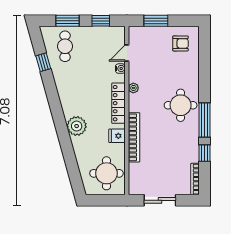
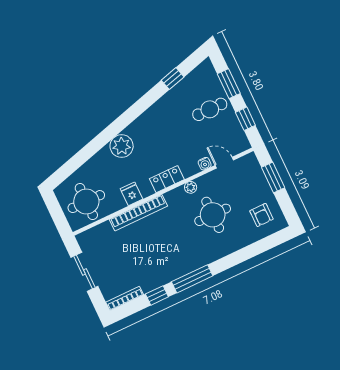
cafe table: (65, 46) -> (210, 109), moved
locker: (118, 103) -> (167, 179), width x0.66
round table: (181, 105) -> (213, 215), moved

